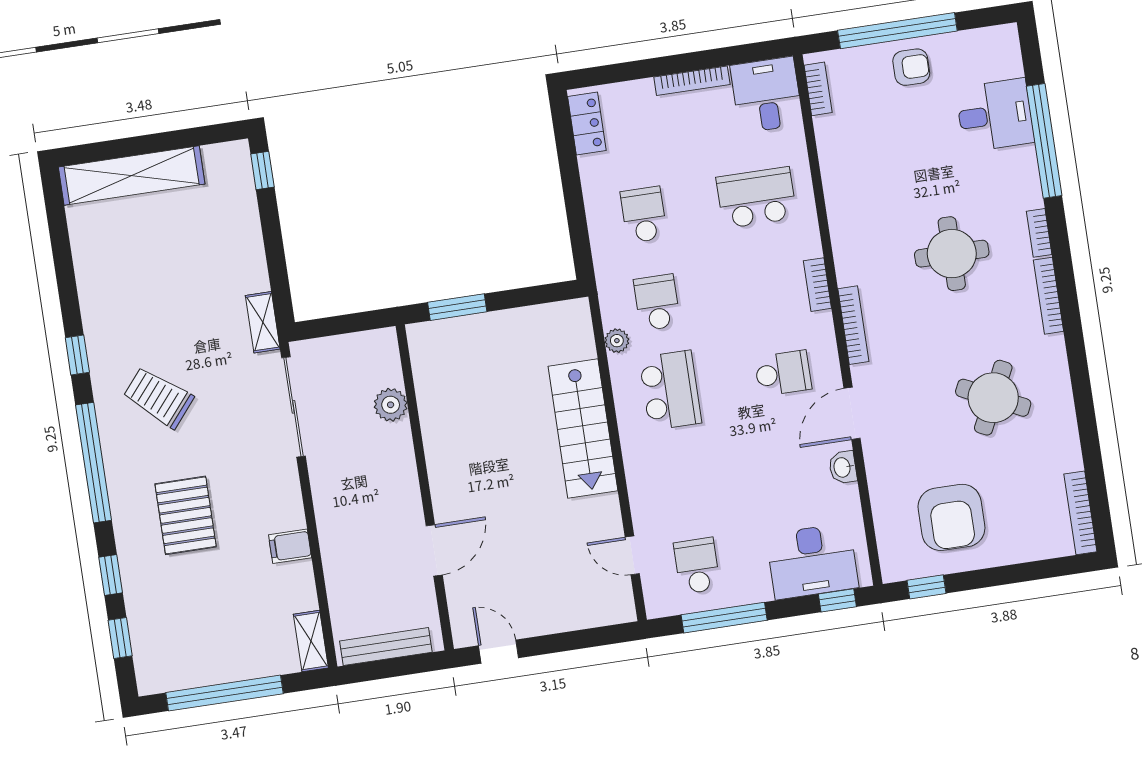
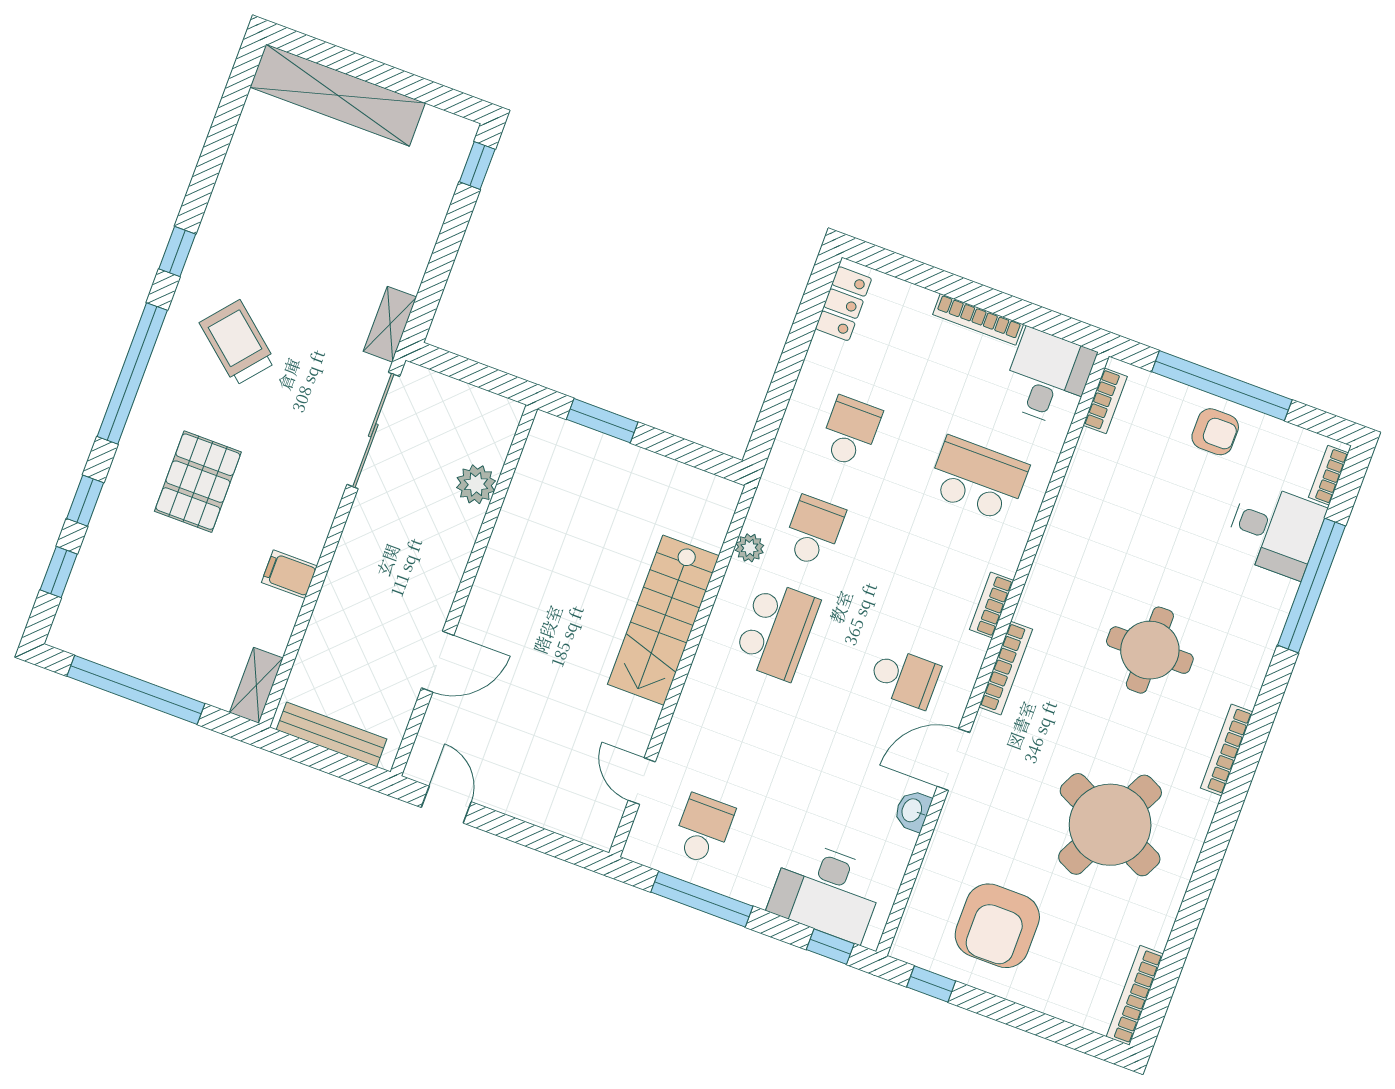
bookcase: (1039, 233) -> (1329, 475), moved
round table: (993, 398) -> (1110, 825), width x1.36, depth x1.36

